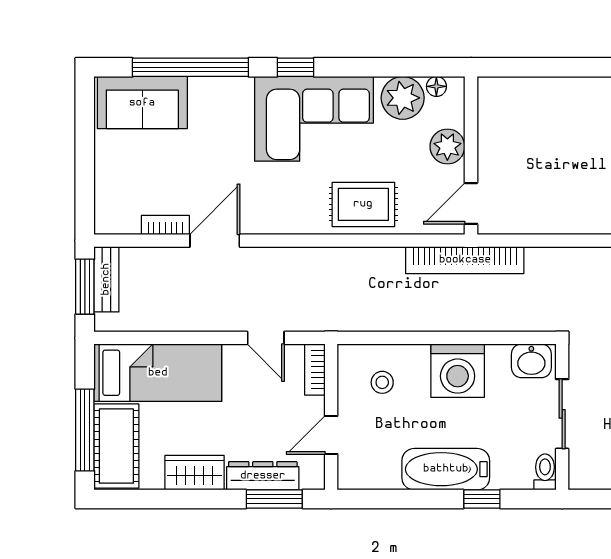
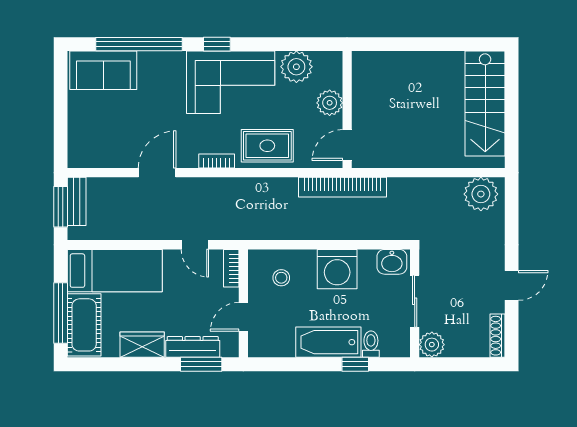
floor lamp: (436, 86) -> (321, 58), removed
bookcase: (165, 225) -> (217, 161), moved
toilet: (545, 472) -> (371, 344), moved
plant: (585, 472) -> (432, 345), added

